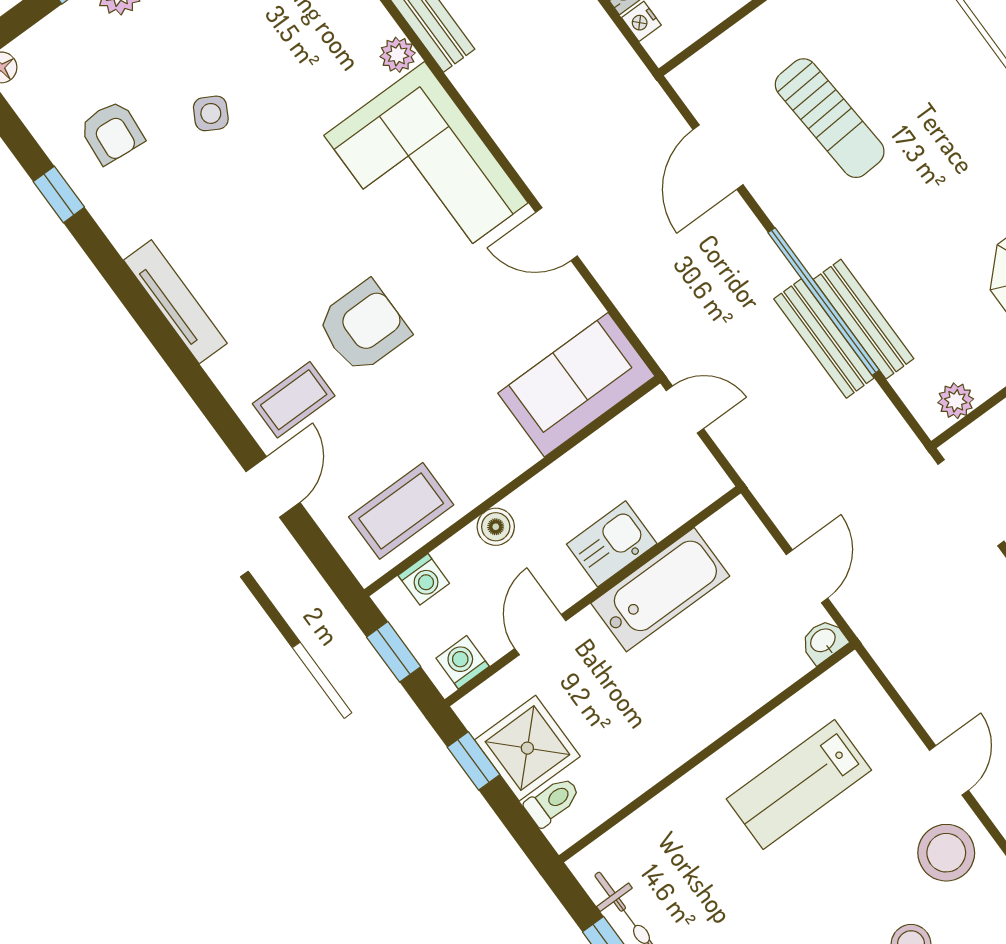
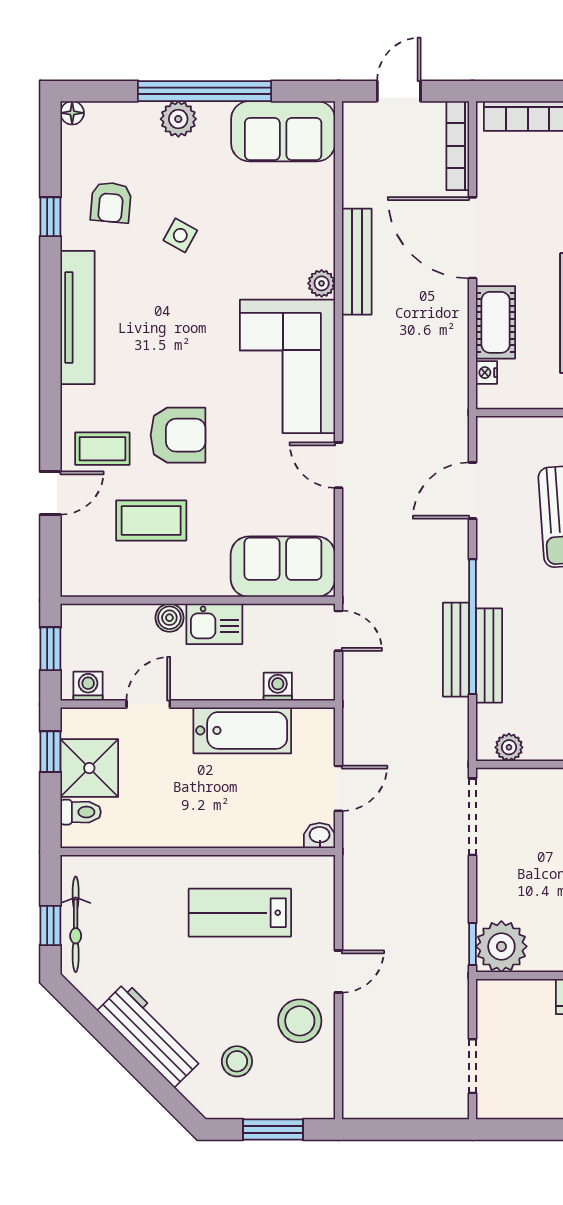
tv unit: (175, 302) -> (78, 317), width x1.36, depth x1.29
coffee table: (401, 511) -> (151, 521), moved
kitchen sink: (612, 544) -> (214, 624), moved, turned 180
washing machine: (424, 579) -> (278, 687), moved, turned 180

